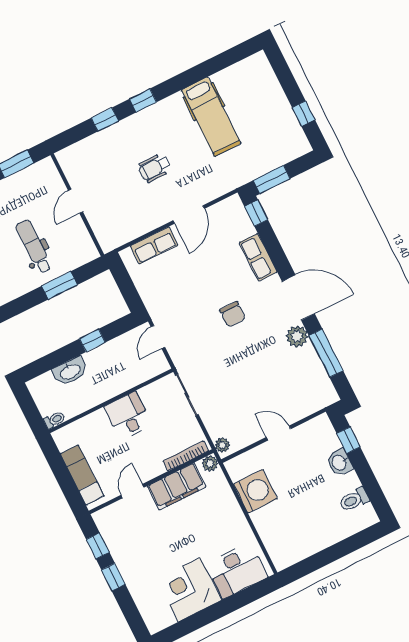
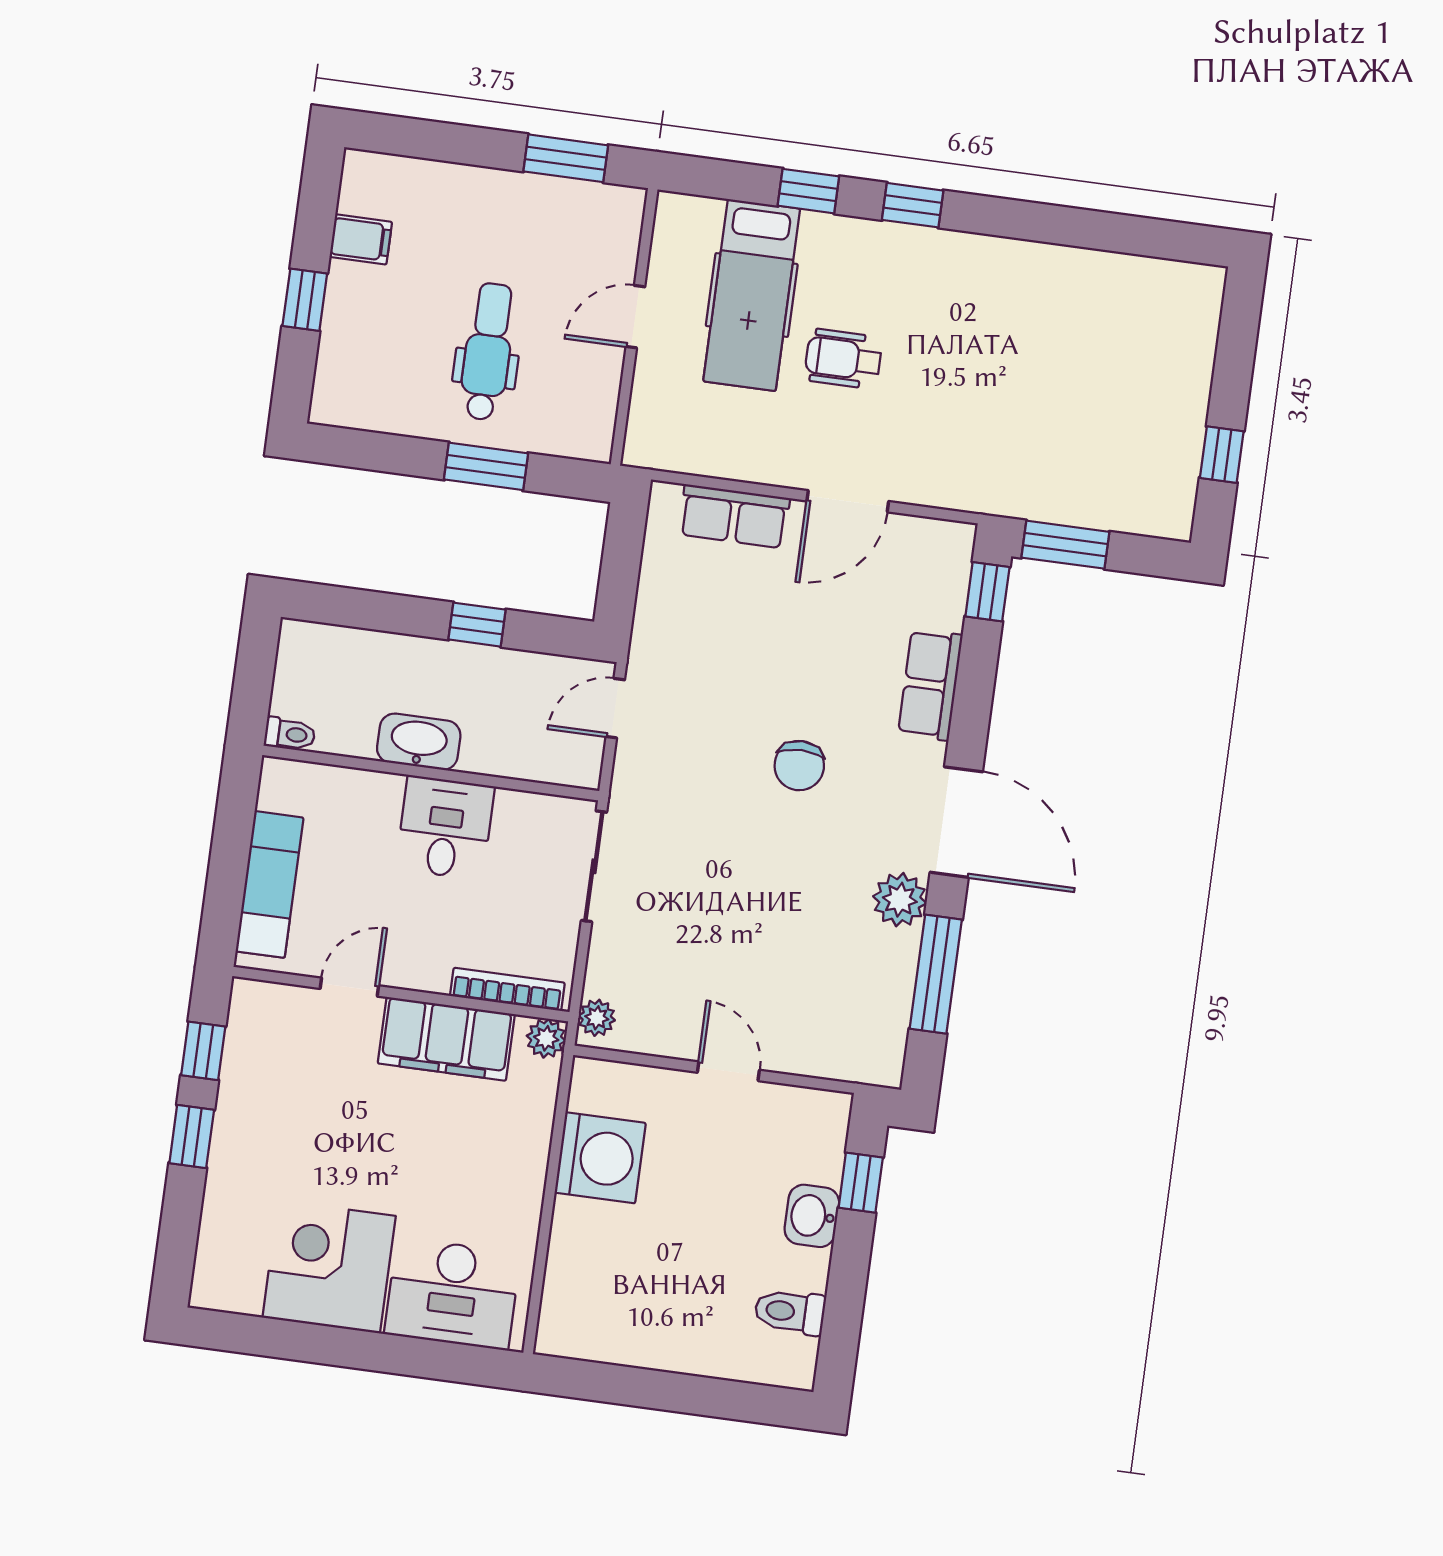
hospital bed: (211, 117) -> (752, 295), moved
washbasin: (70, 371) -> (419, 742), moved, turned 180

